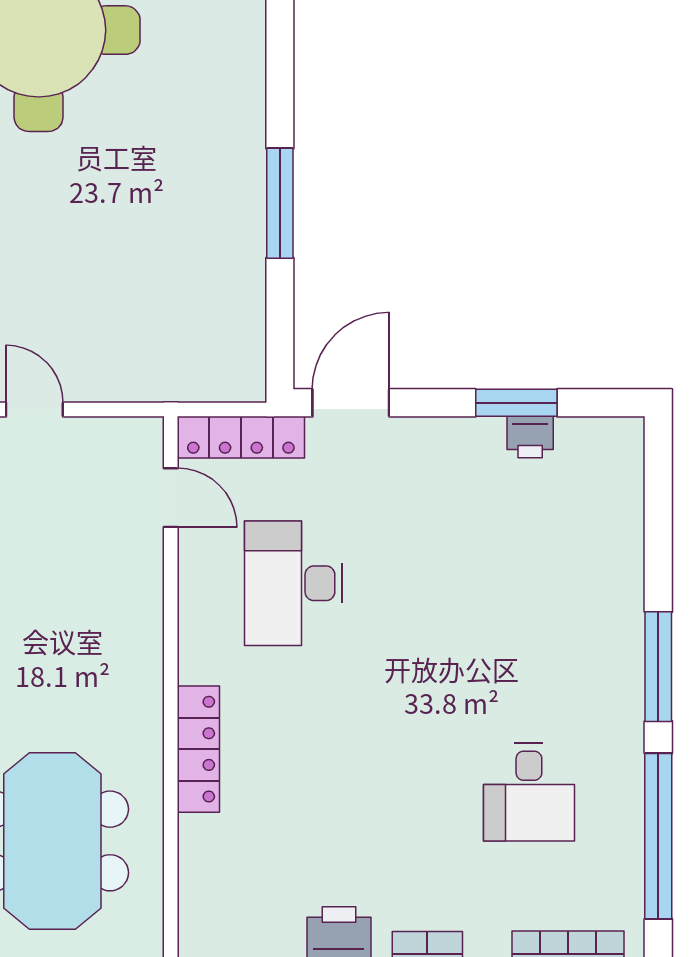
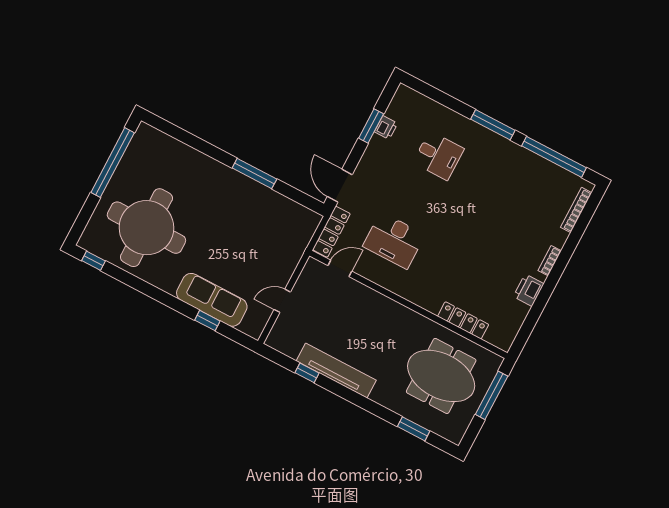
locker: (198, 749) -> (463, 320), moved
desk: (529, 792) -> (438, 156), moved

